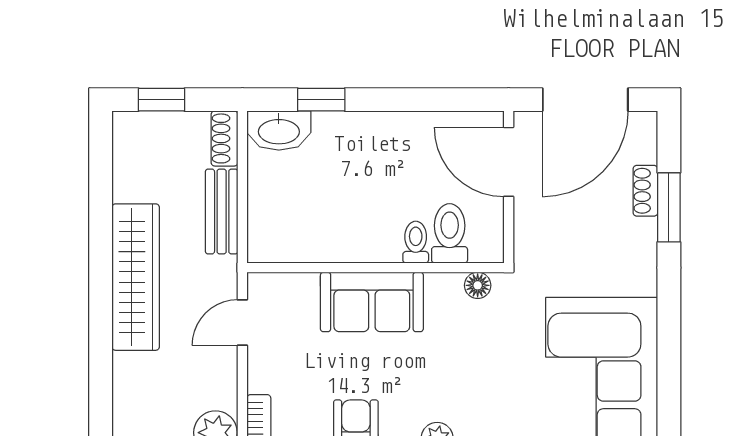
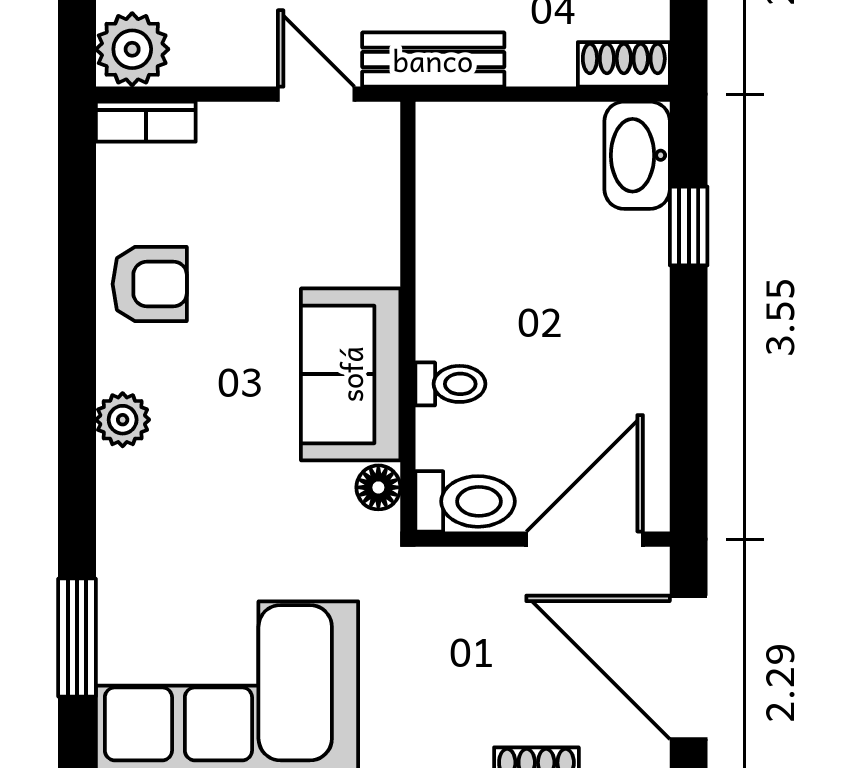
bench: (222, 211) -> (433, 60), moved
toilet: (450, 233) -> (465, 501), moved
sofa: (372, 302) -> (351, 374), moved

